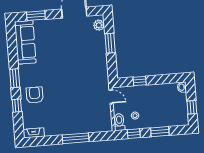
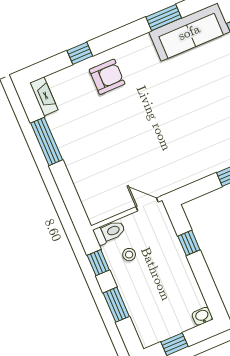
window: (15, 78) -> (164, 17), moved
door: (111, 97) -> (147, 204), swing flipped
window: (76, 138) -> (47, 141), moved

